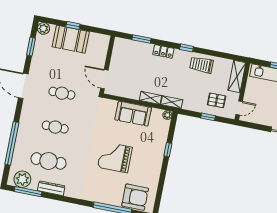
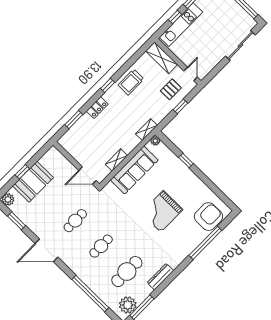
shelving: (151, 98) -> (116, 160), moved
sofa: (133, 114) -> (134, 170), width x1.36
dresser: (51, 188) -> (160, 277), moved

